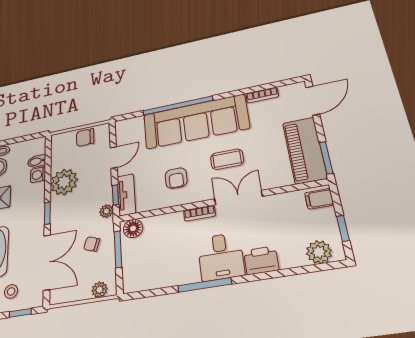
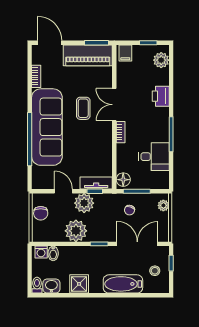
washing machine: (38, 175) -> (41, 252), moved
armchair: (176, 178) -> (90, 146), removed
plant: (106, 211) -> (84, 203), moved, width x1.87, depth x1.87
desk: (221, 257) -> (154, 157), moved

